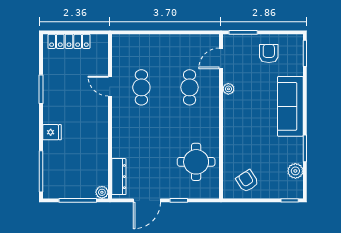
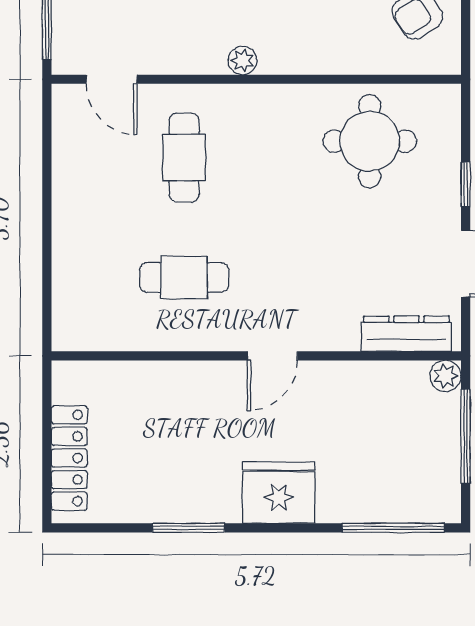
door: (110, 86) -> (272, 356), moved
cafe table: (190, 87) -> (184, 158), turned 90
plant: (228, 89) -> (242, 61), moved
fridge: (52, 132) -> (279, 492), width x1.88, depth x1.34

